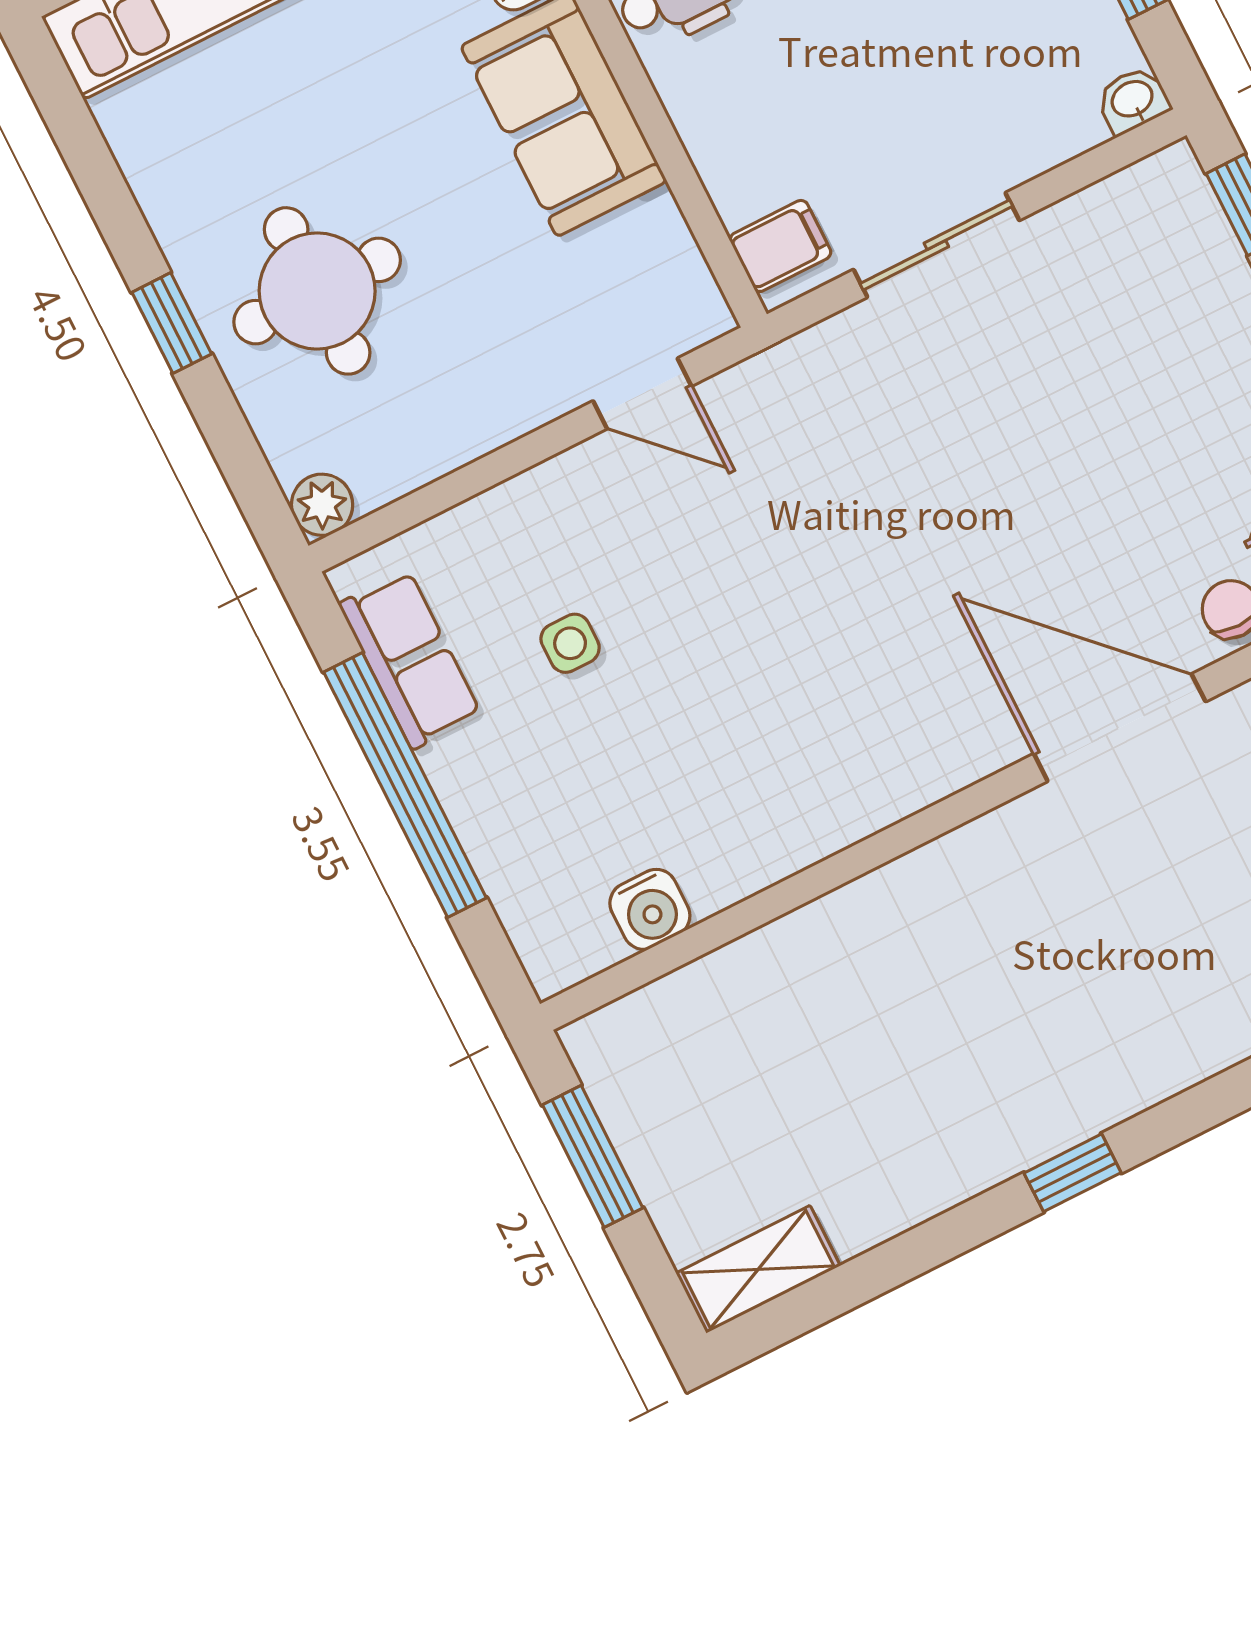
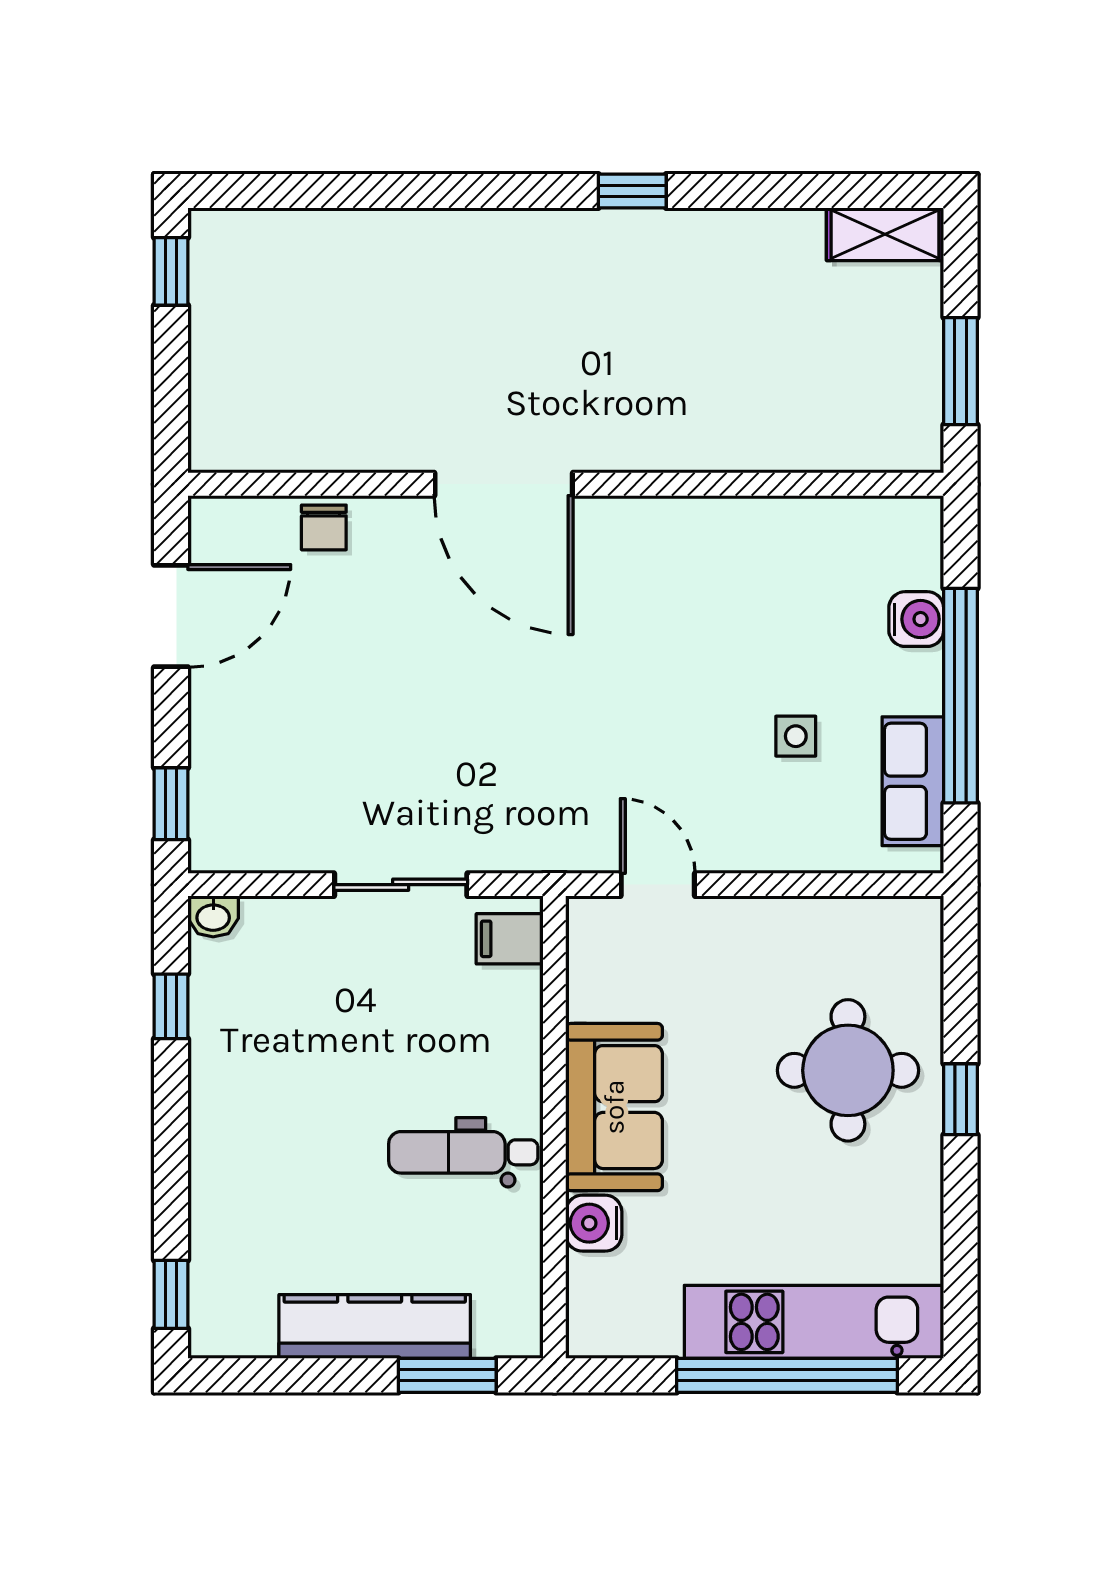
plant: (322, 505) -> (920, 920), removed
door: (1120, 728) -> (504, 484), moved
water cooler: (650, 909) -> (916, 619), moved, turned 90

